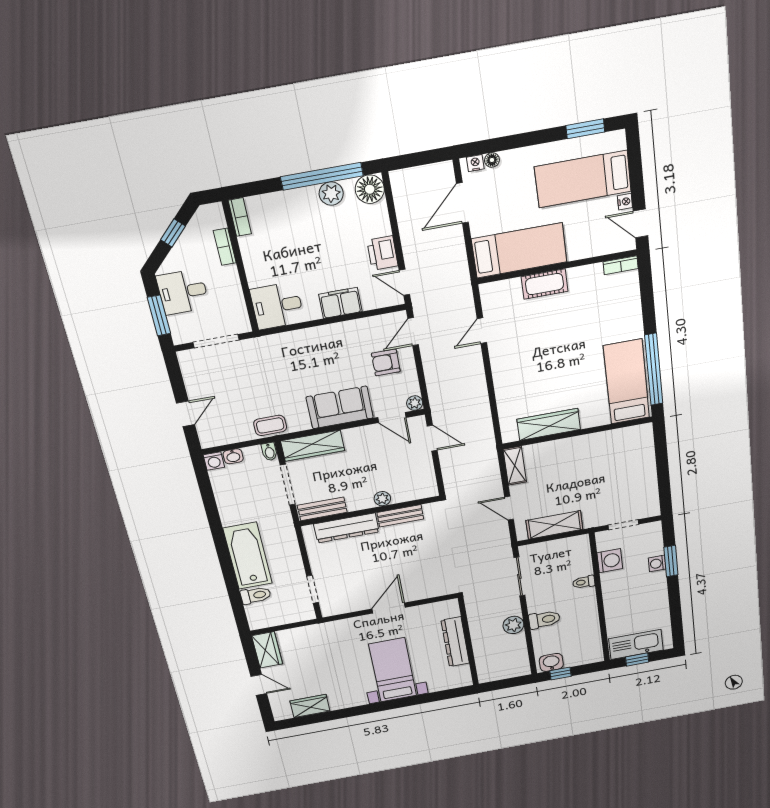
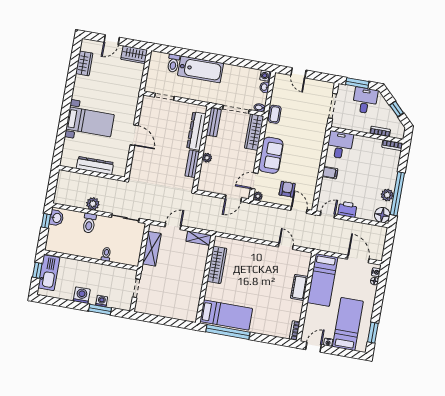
filing cabinet: (340, 303) -> (330, 173), width x0.50
washing machine: (610, 561) -> (82, 295), moved, turned 180

